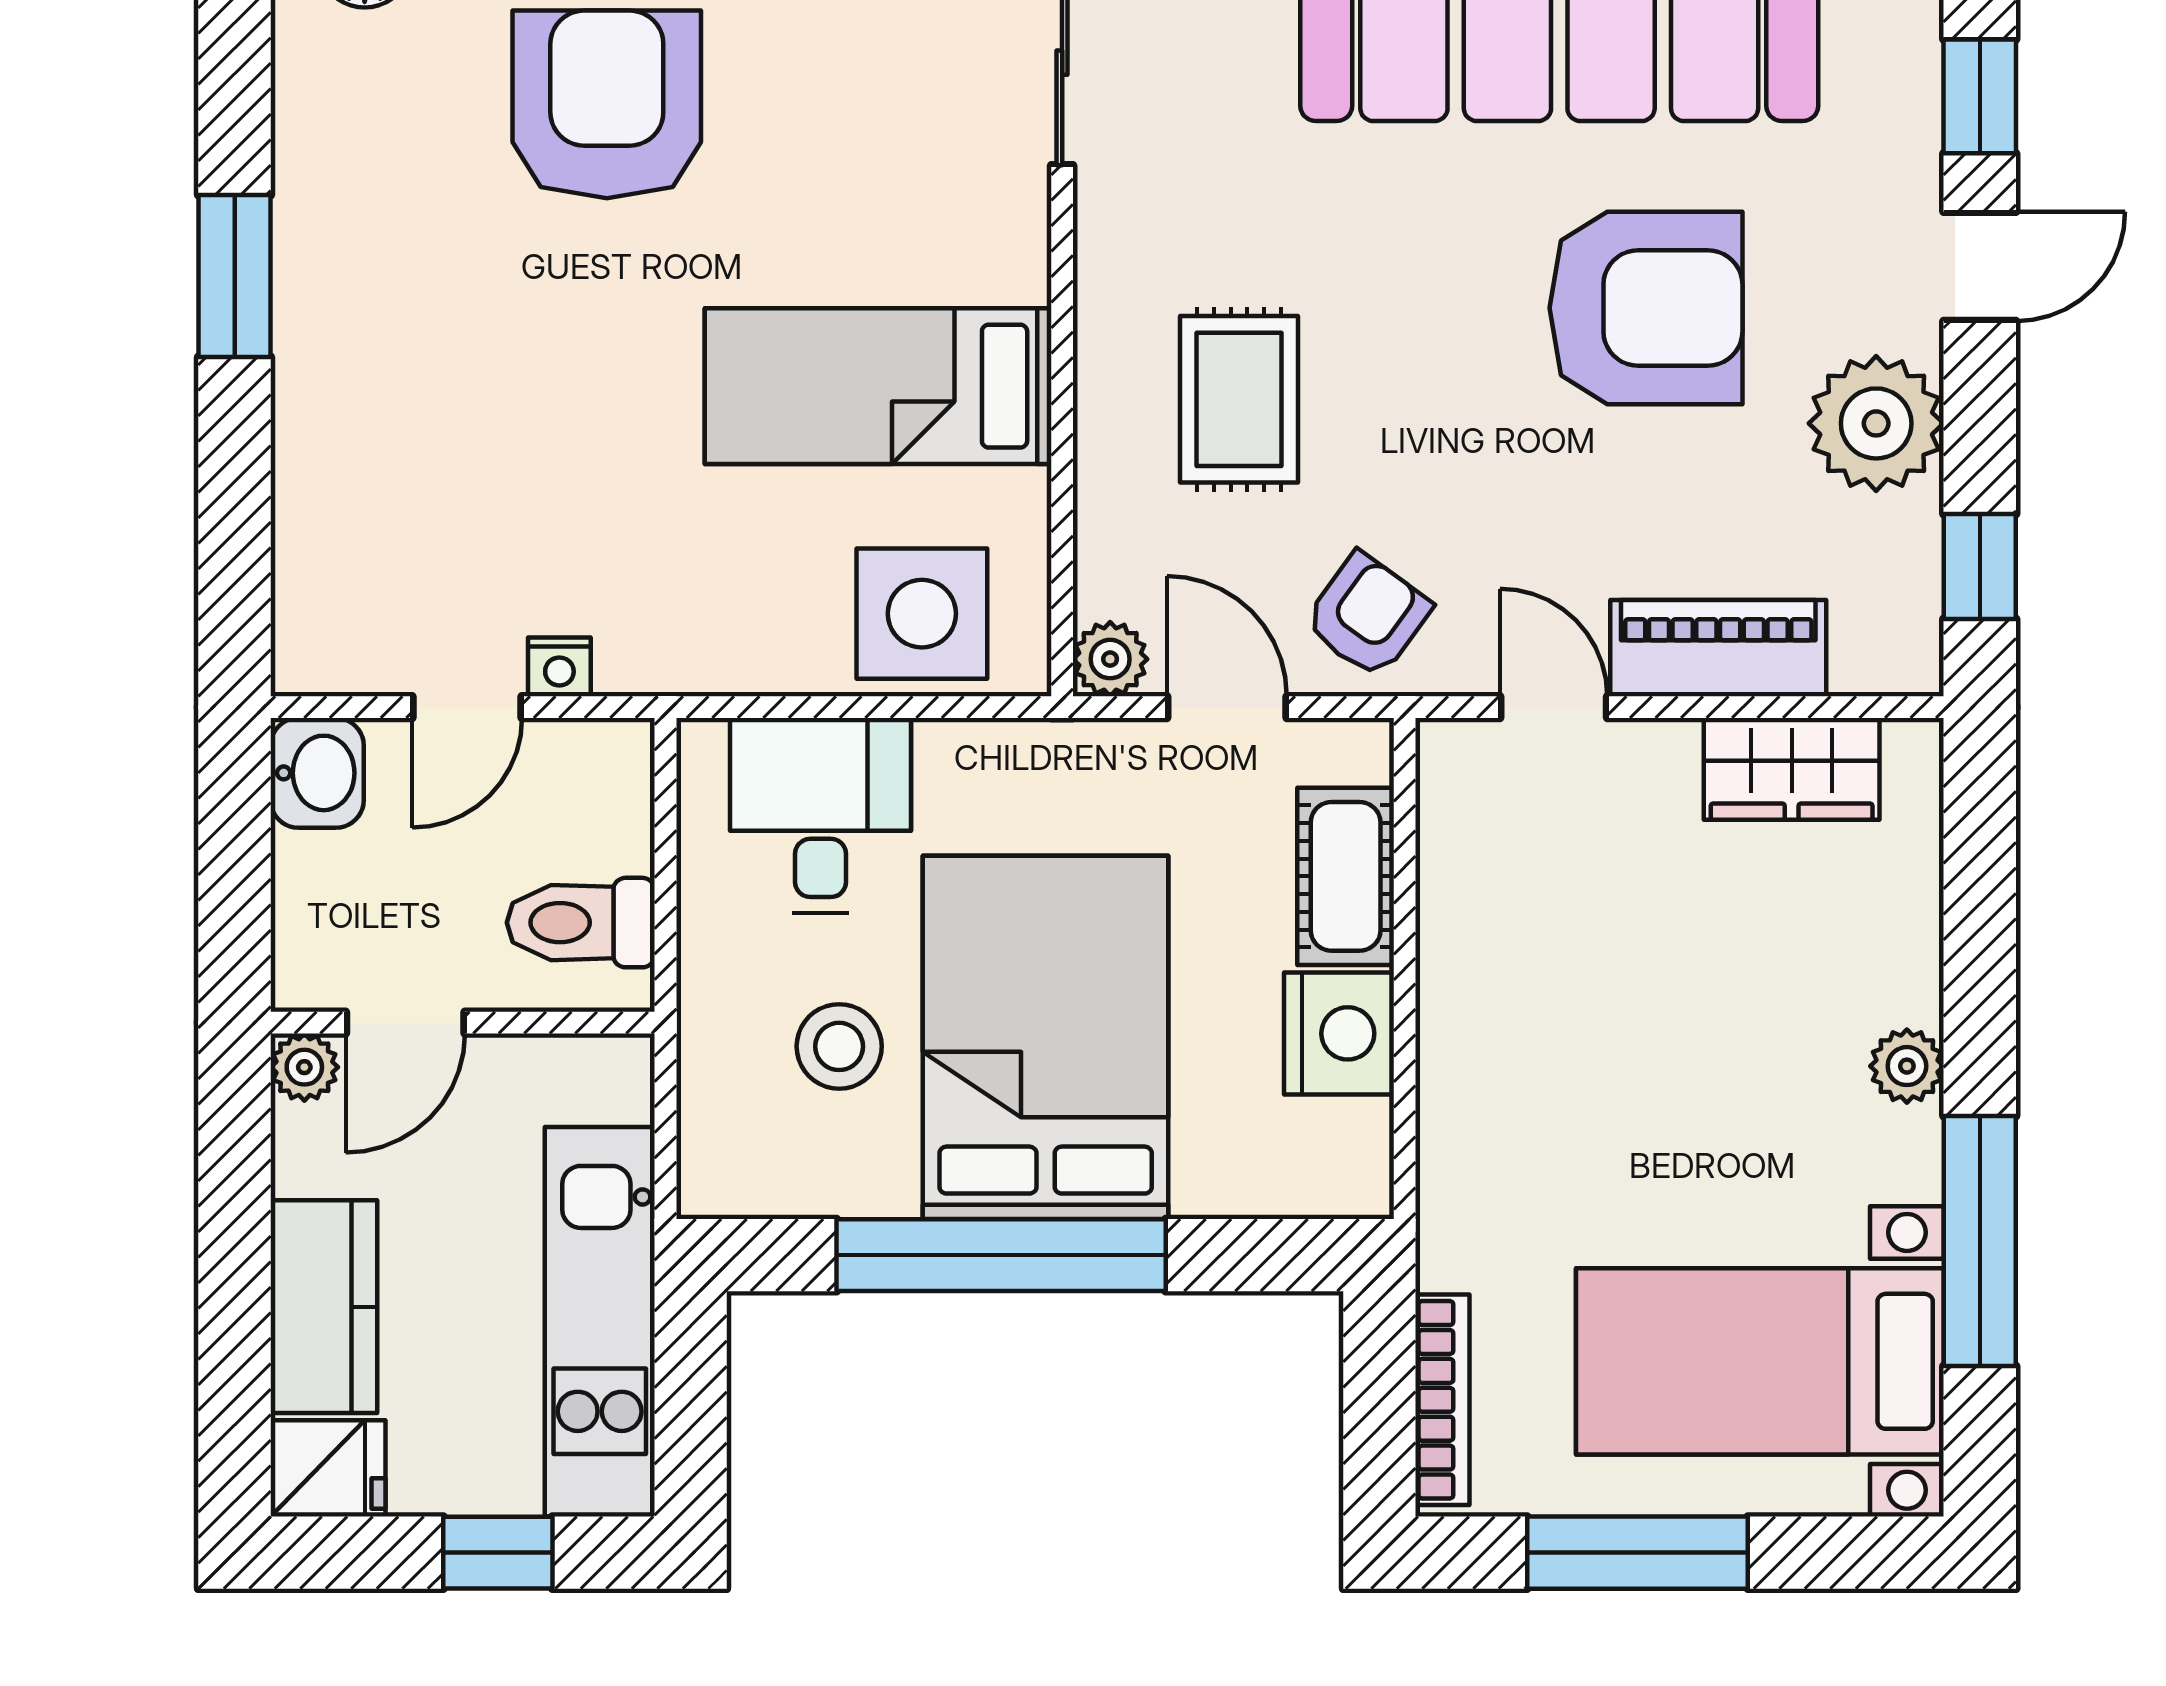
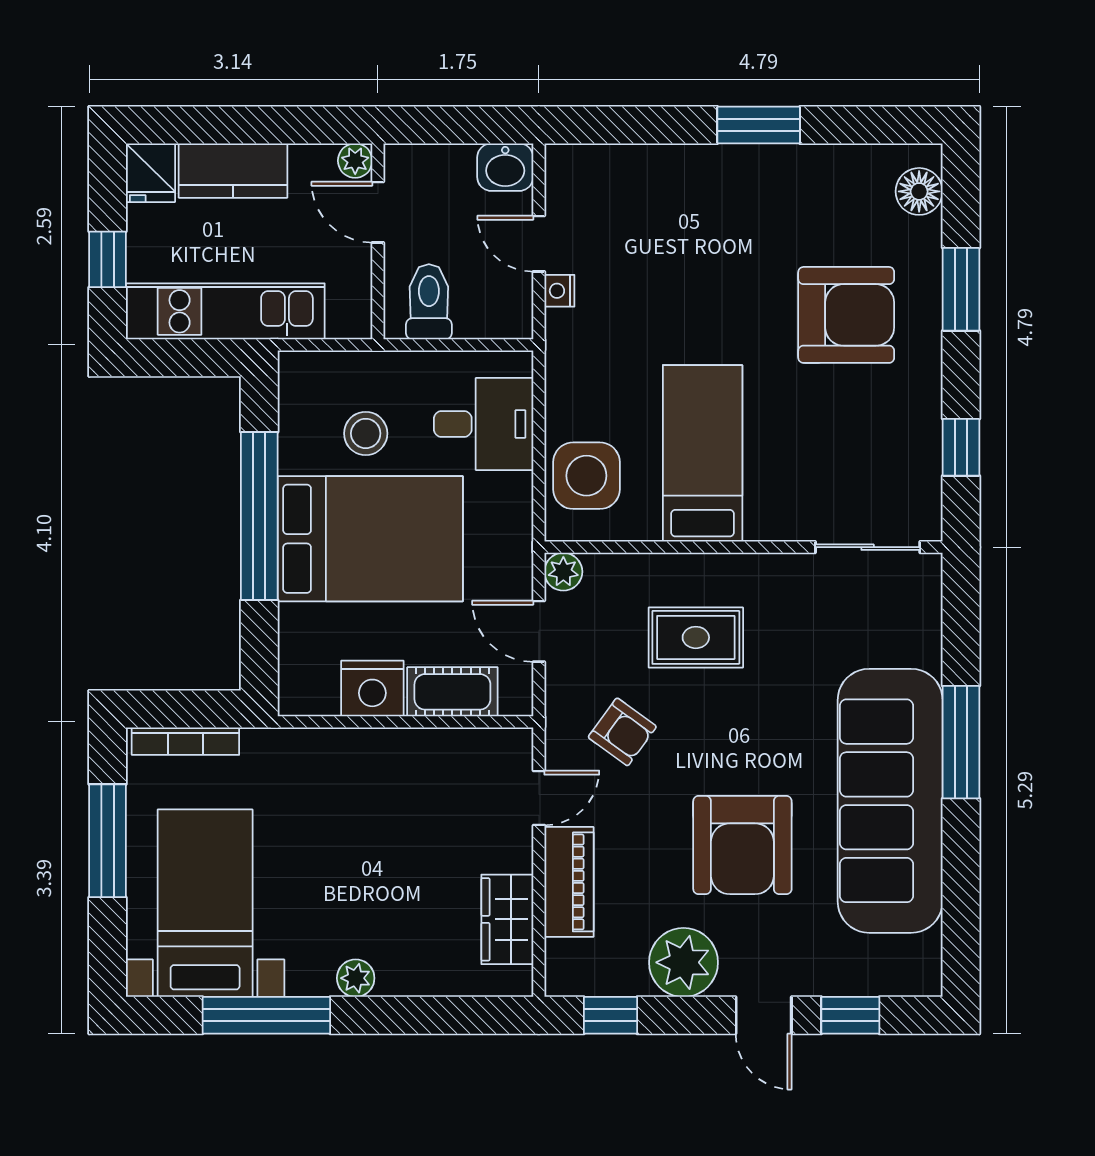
armchair: (1367, 615) -> (622, 732), moved
door: (1227, 707) -> (539, 631), swing flipped

